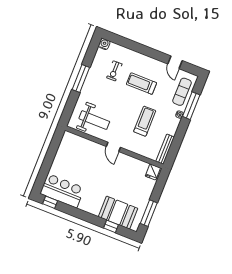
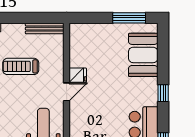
fridge: (153, 172) -> (78, 75), moved
window: (111, 226) -> (163, 93), moved

